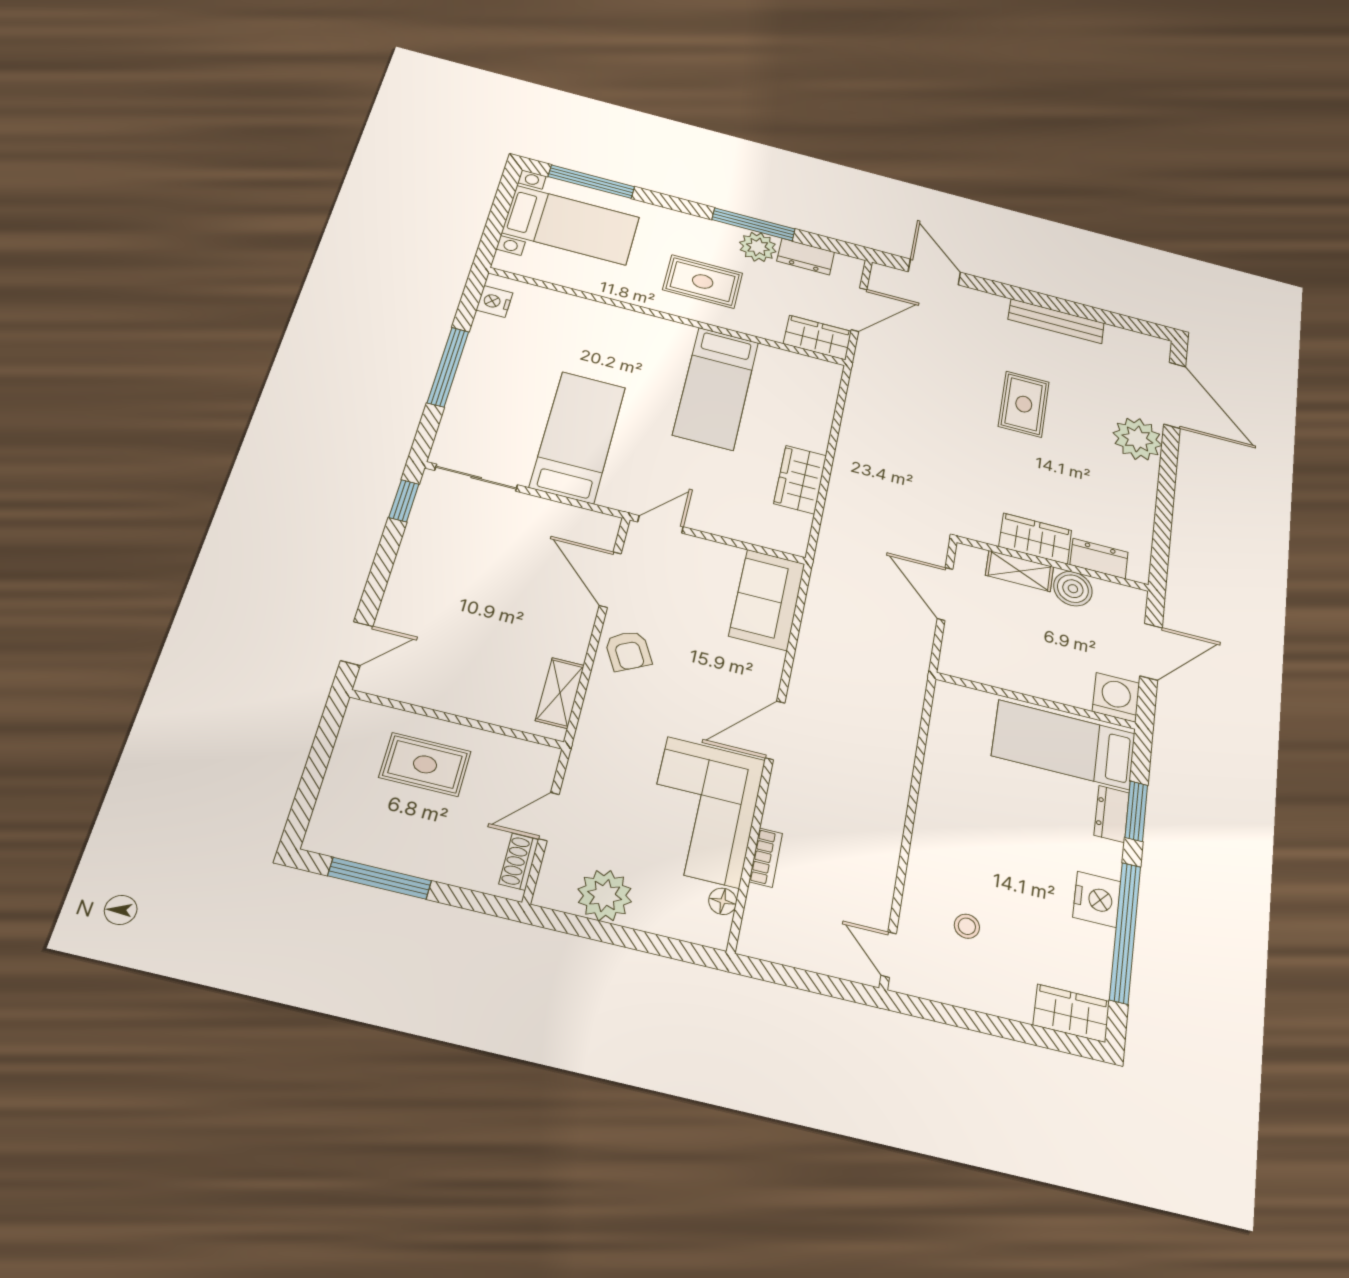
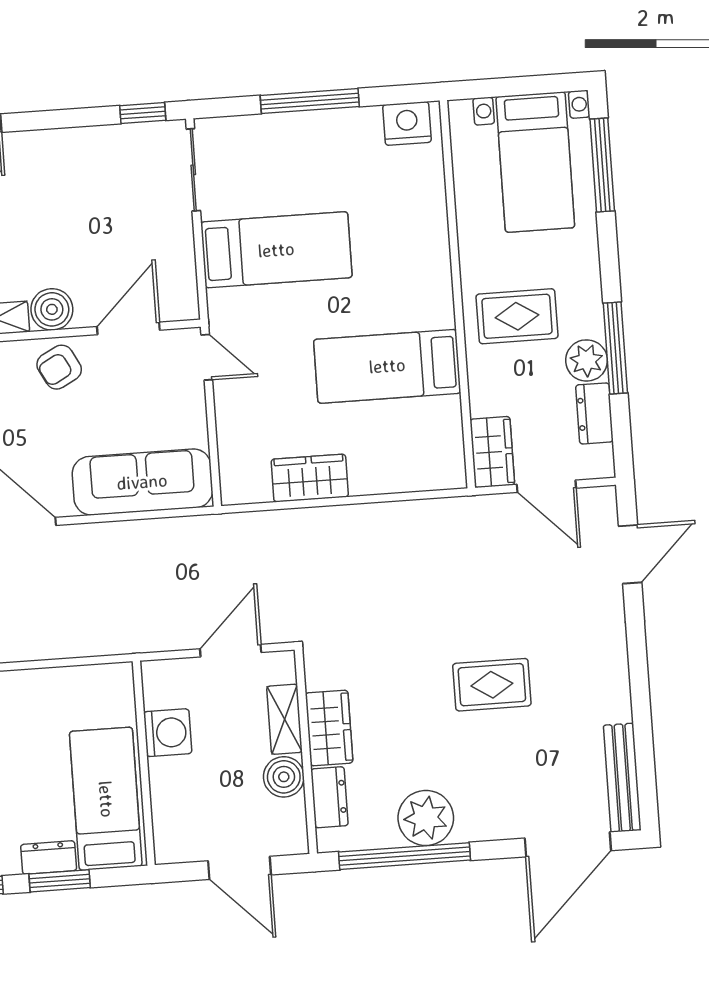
rug: (703, 282) -> (517, 316), turned 90
nightstand: (494, 301) -> (407, 123), width x1.36, depth x1.33
bench: (1056, 321) -> (622, 778), moved
plant: (1137, 439) -> (426, 818), moved
window: (1163, 518) -> (404, 856), added
sofa: (767, 600) -> (142, 482), width x1.36
boiler: (568, 639) -> (52, 309), added
washing machine: (1116, 697) -> (168, 733), moved

